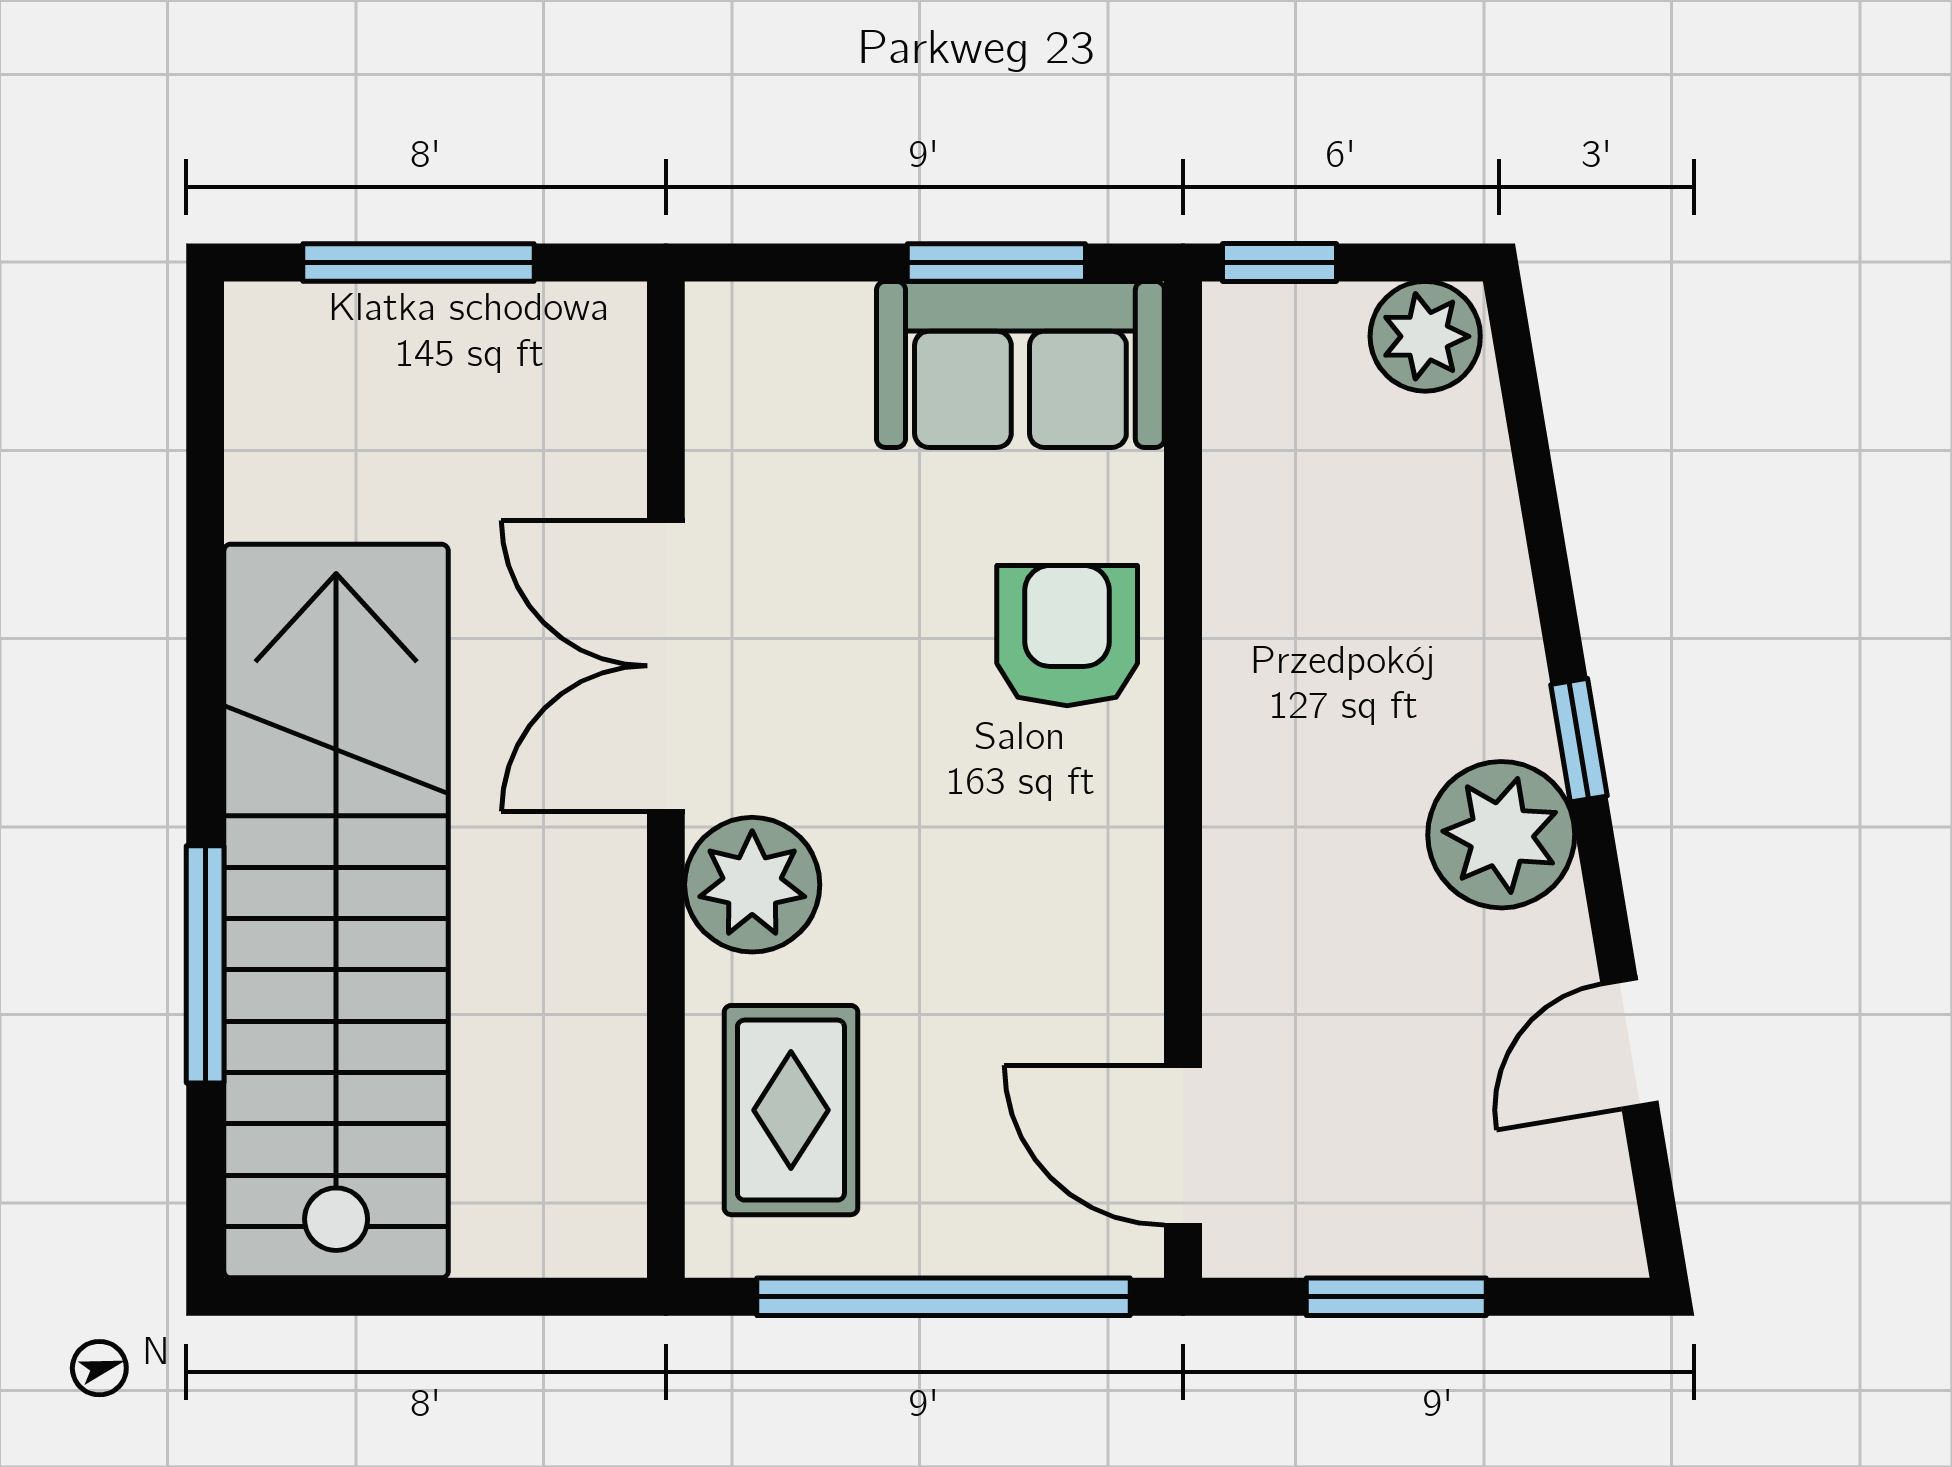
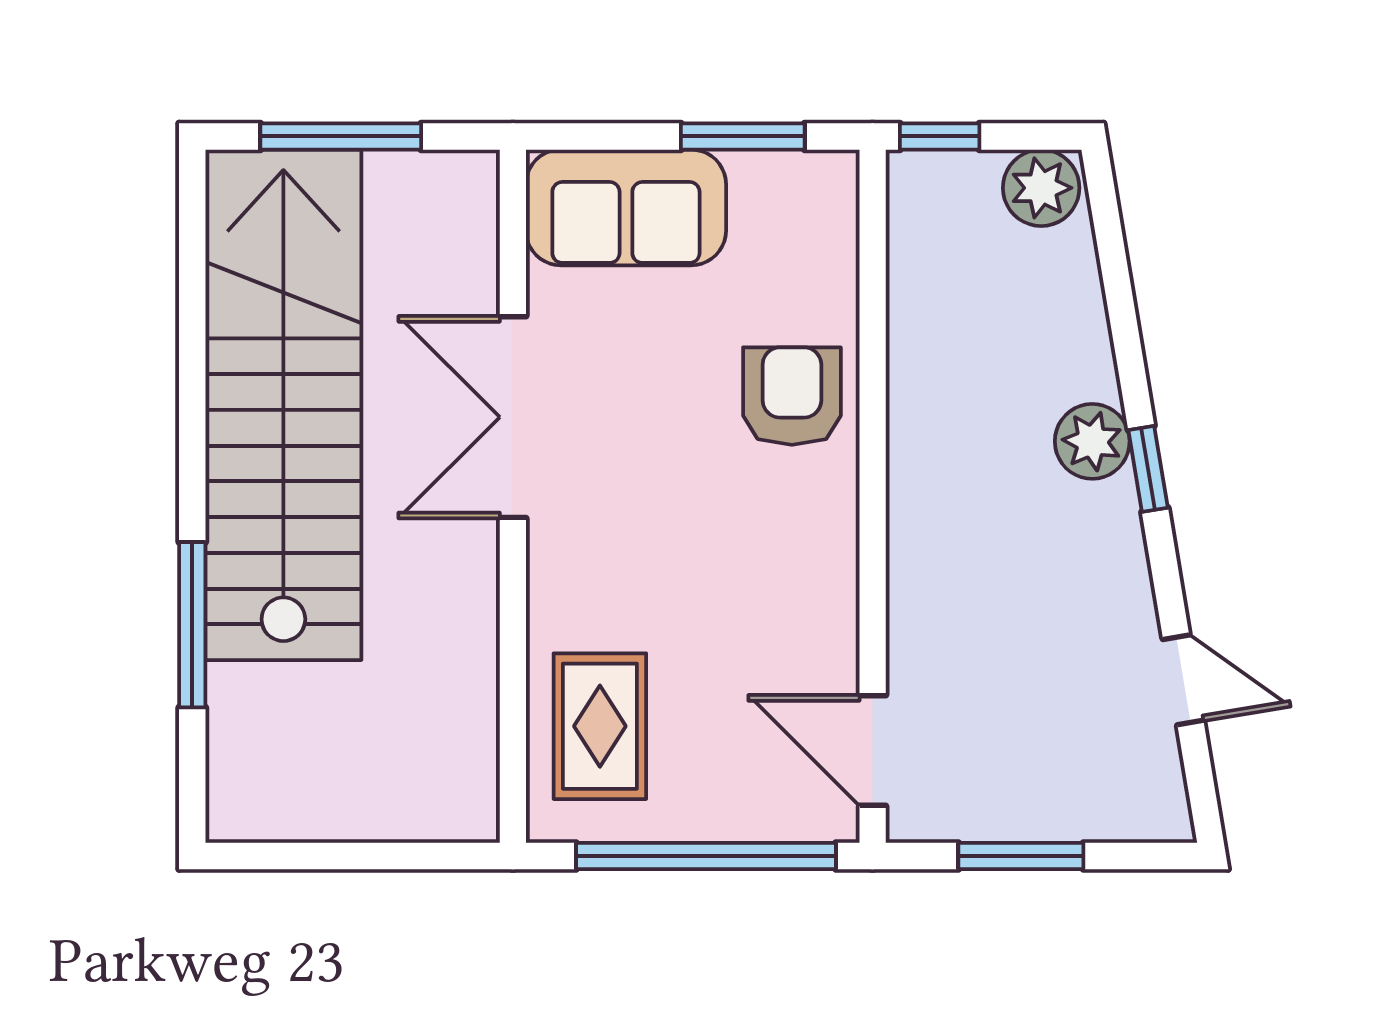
sofa: (1020, 364) -> (626, 207), moved
plant: (1501, 835) -> (1092, 441), moved, width x0.73, depth x0.73
plant: (752, 885) -> (573, 569), removed
stairs: (336, 911) -> (283, 405), moved
door: (1630, 1043) -> (1183, 680), swing flipped

